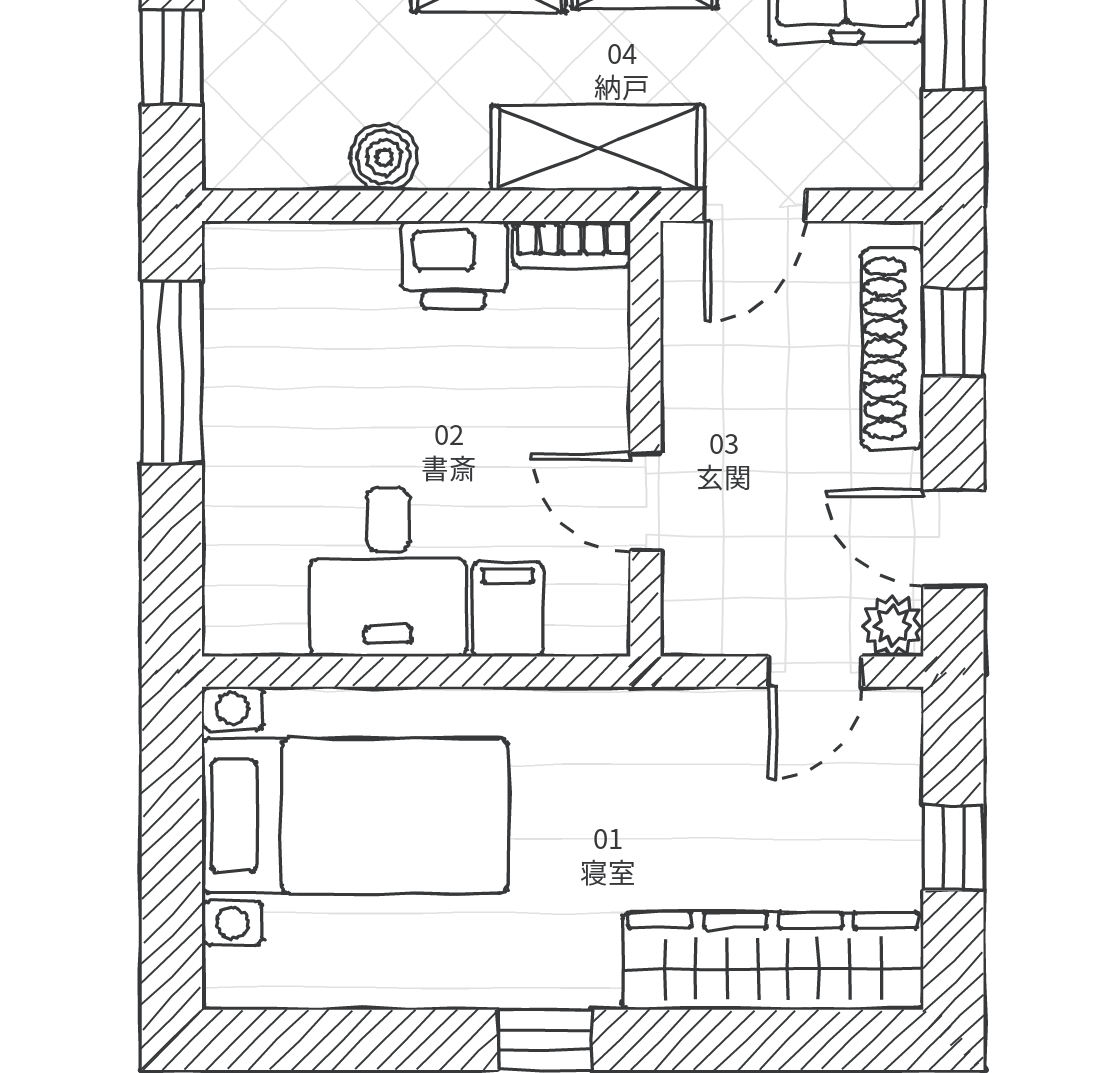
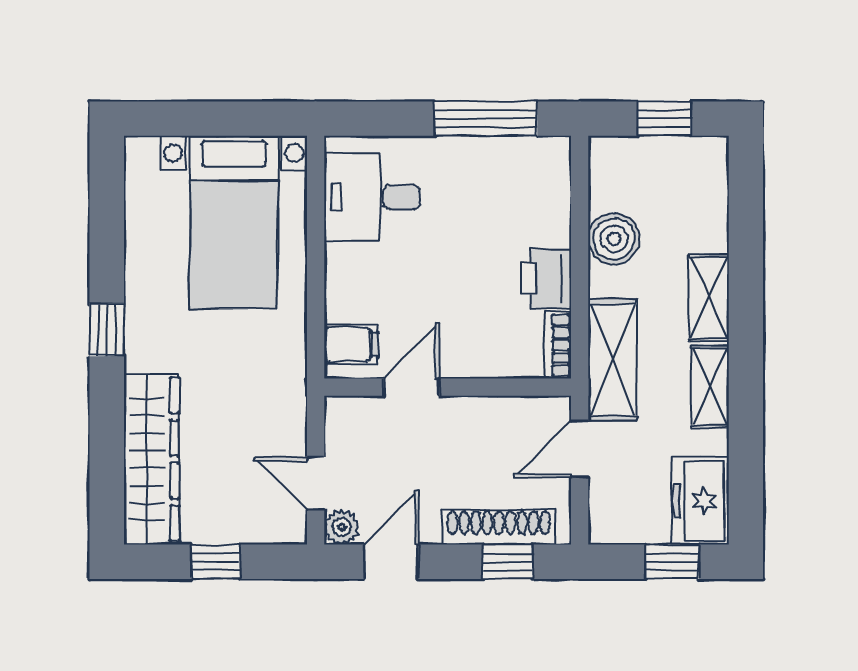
boiler: (384, 157) -> (614, 239), width x1.36, depth x1.36
door: (755, 206) -> (580, 449), hinge flipped
desk: (388, 572) -> (372, 197), moved
filing cabinet: (508, 609) -> (351, 344), moved

